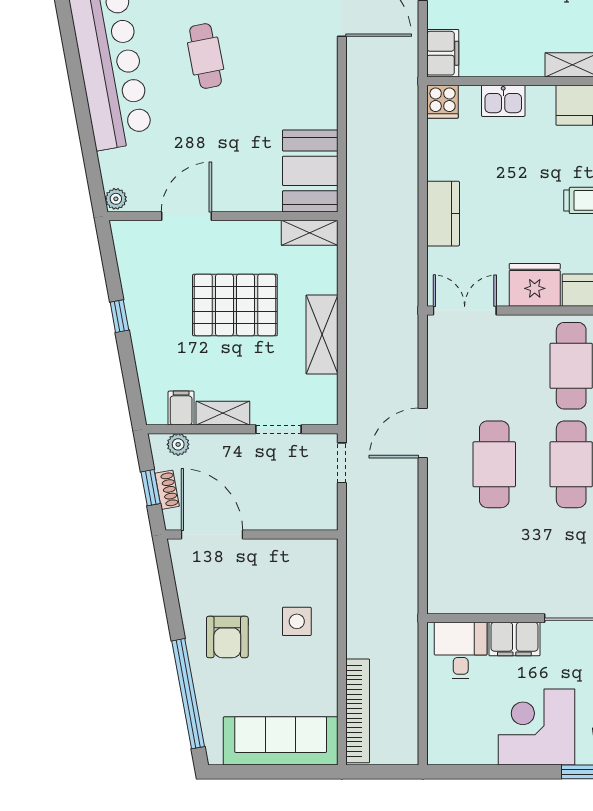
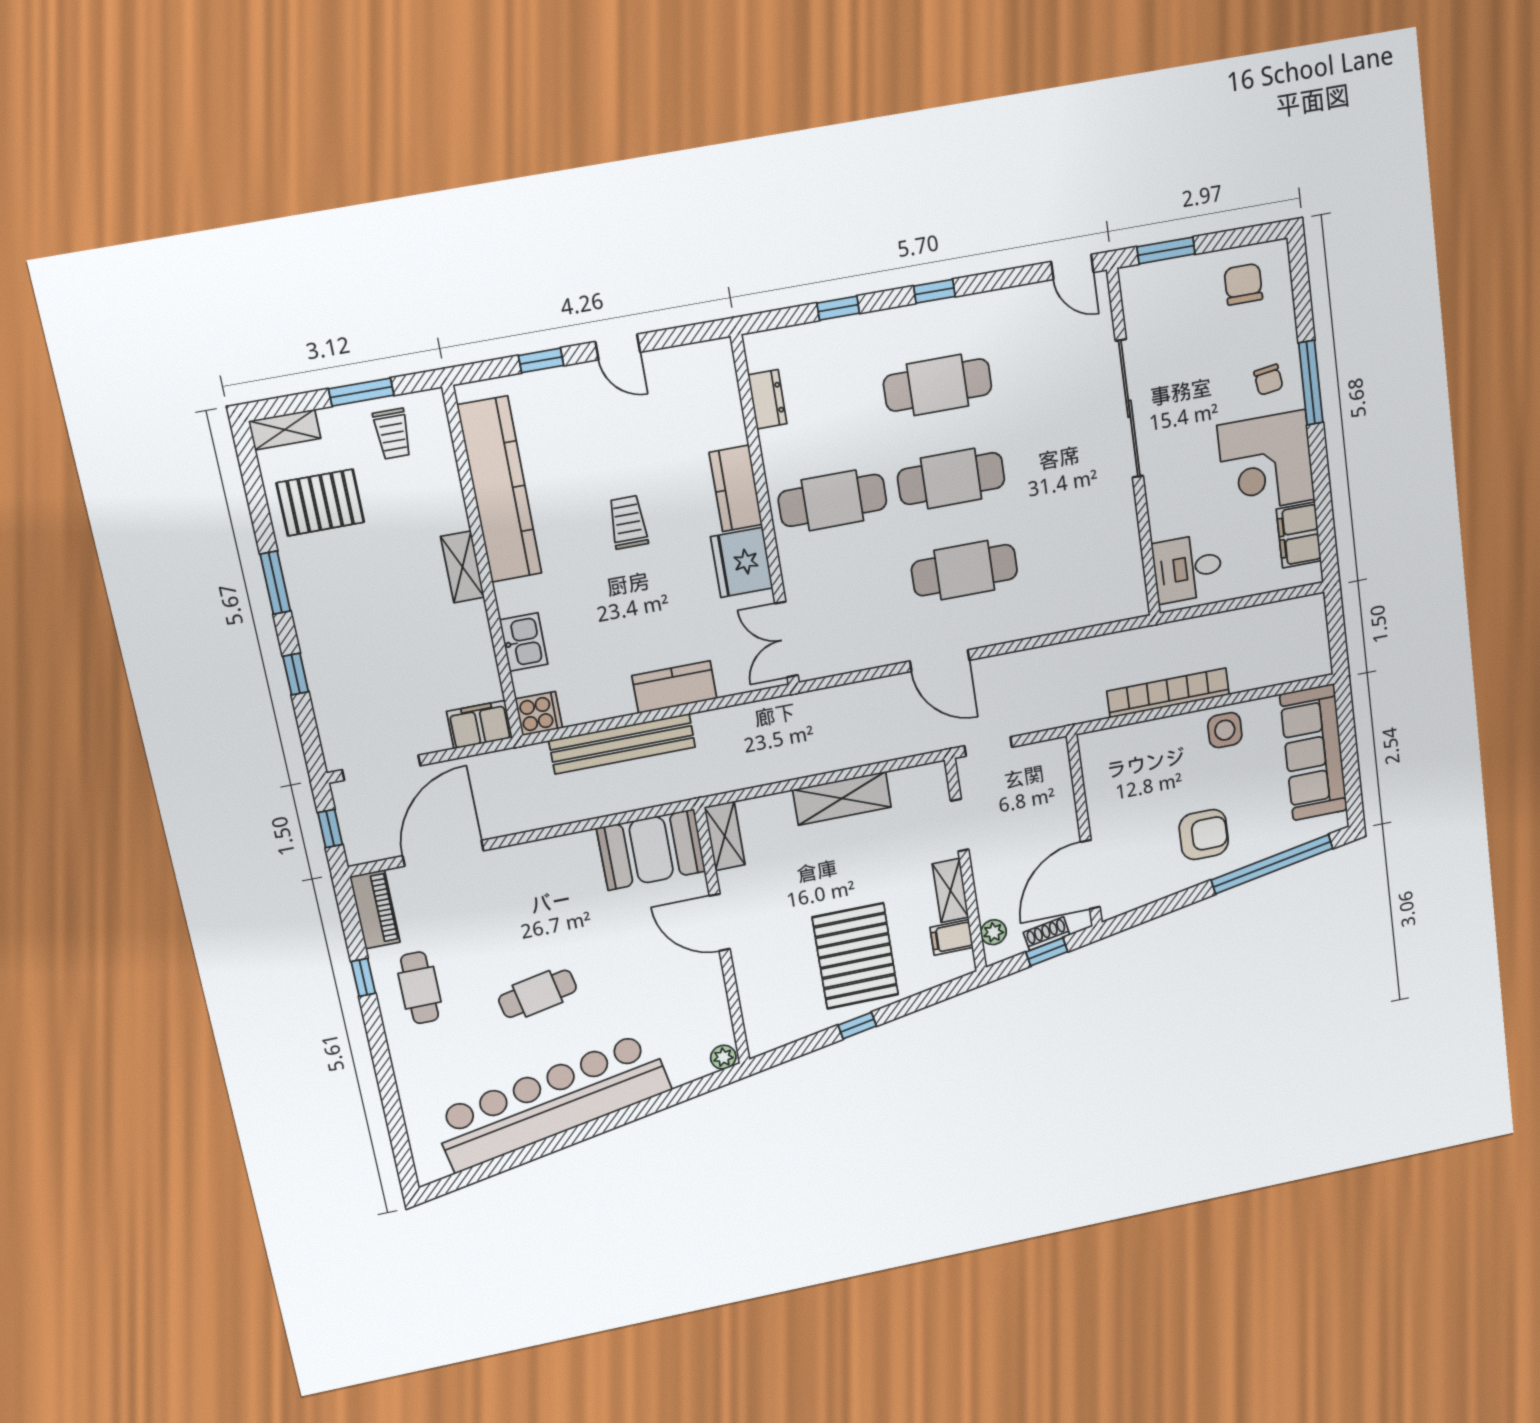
bench: (404, 163) -> (622, 744), added
door: (186, 216) -> (720, 922), moved
pallet: (235, 305) -> (855, 956), moved
side table: (297, 621) -> (1225, 730), moved
filing cabinet: (514, 639) -> (1299, 535), moved, turned 180
bookcase: (358, 711) -> (1168, 693), moved

